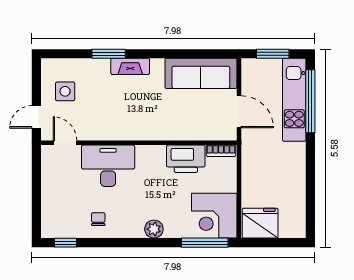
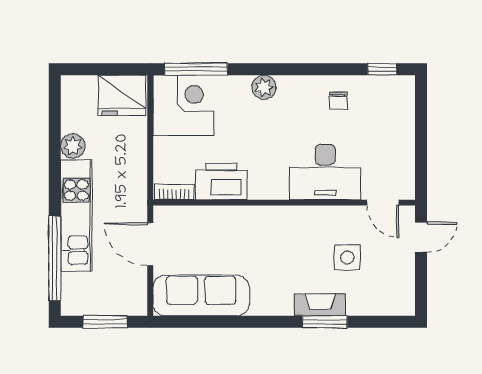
fireplace: (130, 66) -> (320, 305), moved
side table: (65, 91) -> (347, 257), moved
kitchen unit: (294, 100) -> (76, 216), moved
plant: (297, 185) -> (73, 146), added

